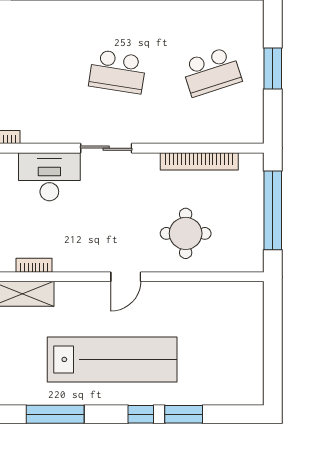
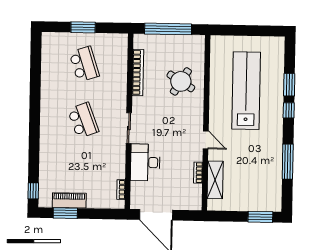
school desk: (118, 72) -> (83, 120), turned -30
round table: (186, 233) -> (181, 81), turned 32
door: (126, 277) -> (206, 140), moved
lab bench: (112, 359) -> (246, 91), moved

